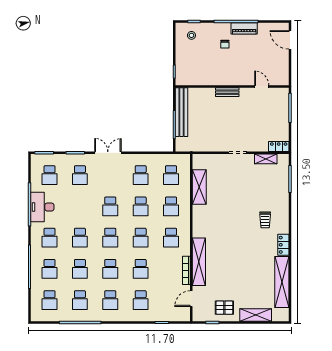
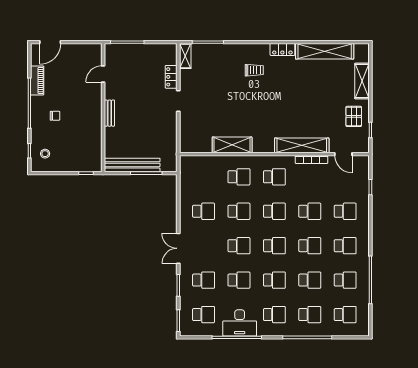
piano: (244, 28) -> (37, 80), moved
locker: (279, 147) -> (171, 77), moved
shelving: (266, 159) -> (185, 56), moved
school desk: (171, 175) -> (239, 280), moved
shelving: (199, 187) -> (232, 145), moved

